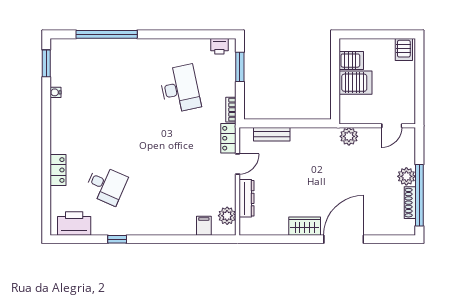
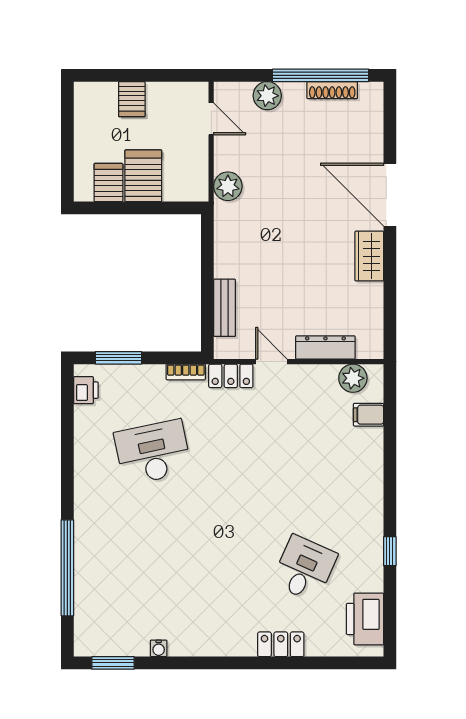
server rack: (404, 50) -> (132, 99), moved, turned 90
plant: (406, 176) -> (267, 96), moved

